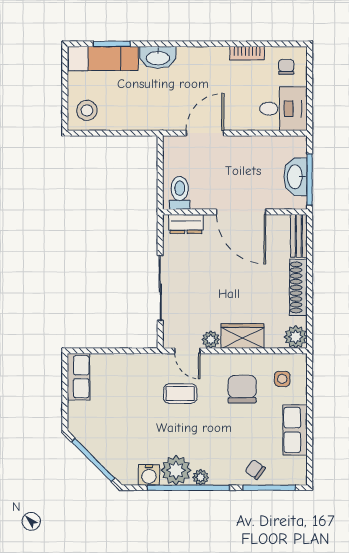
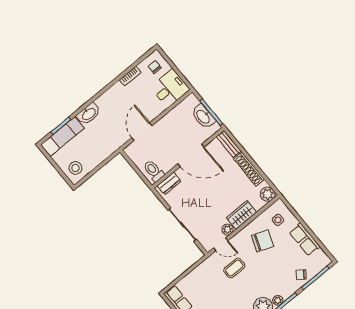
chair: (242, 389) -> (263, 241), turned 111

